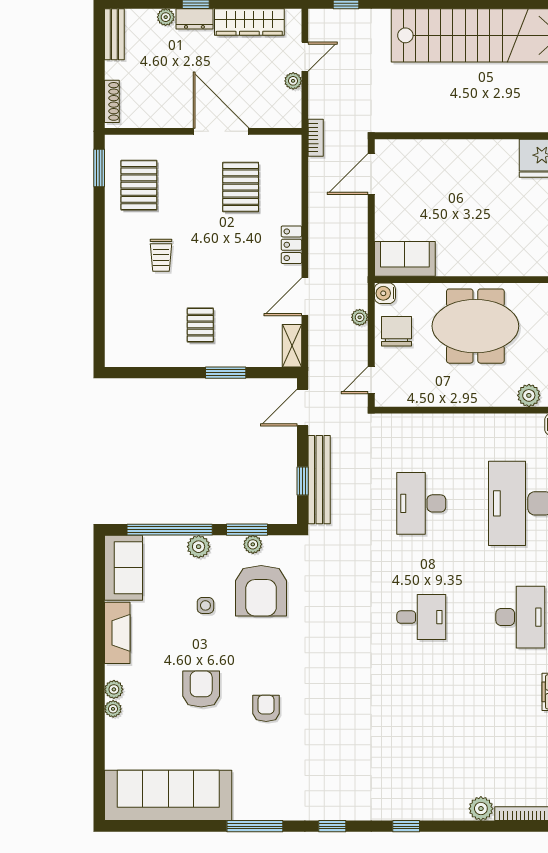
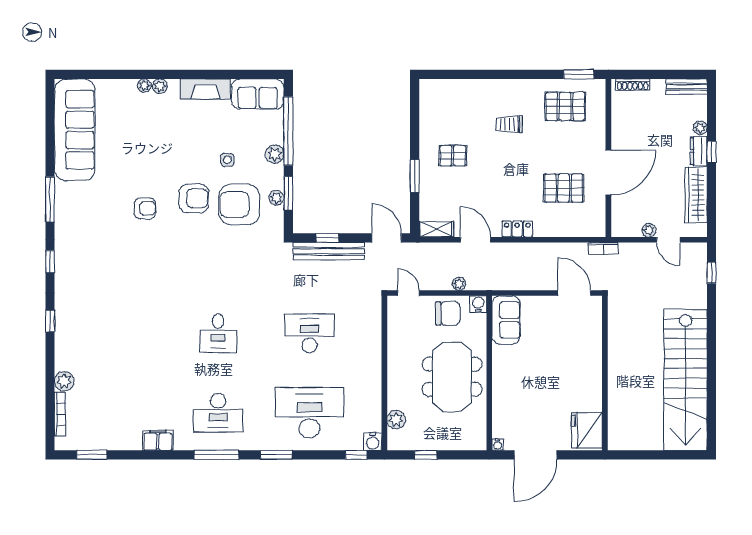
armchair: (201, 689) -> (194, 198), moved

